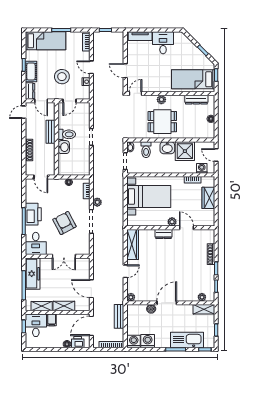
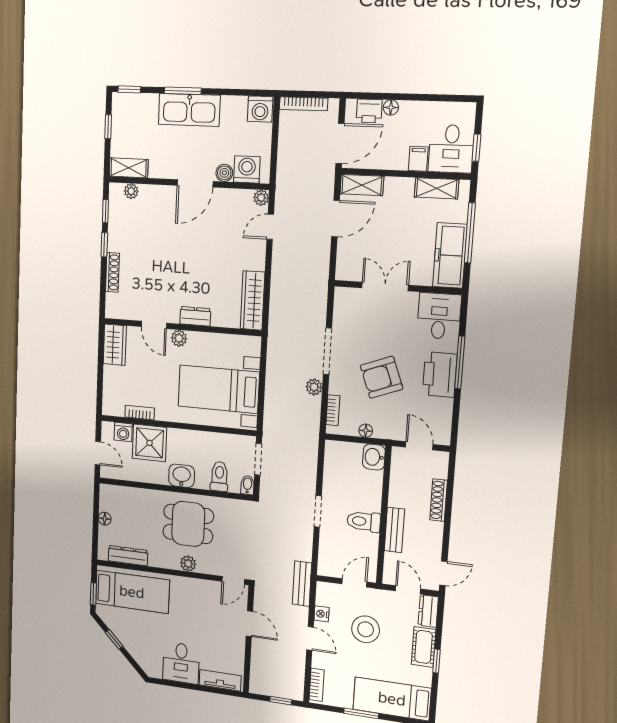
washbasin: (64, 147) -> (374, 457), moved
shower: (185, 151) -> (149, 443), moved
wardrobe: (208, 198) -> (115, 345), moved
armchair: (64, 223) -> (382, 377), moved, turned 97
door: (125, 271) -> (270, 227), moved
door: (91, 289) -> (335, 219), hinge flipped
shelving: (64, 306) -> (362, 185), moved
bench: (119, 316) -> (302, 584), moved
kitchen sink: (187, 340) -> (189, 110), moved
washing machine: (148, 341) -> (247, 169), moved, turned 180

